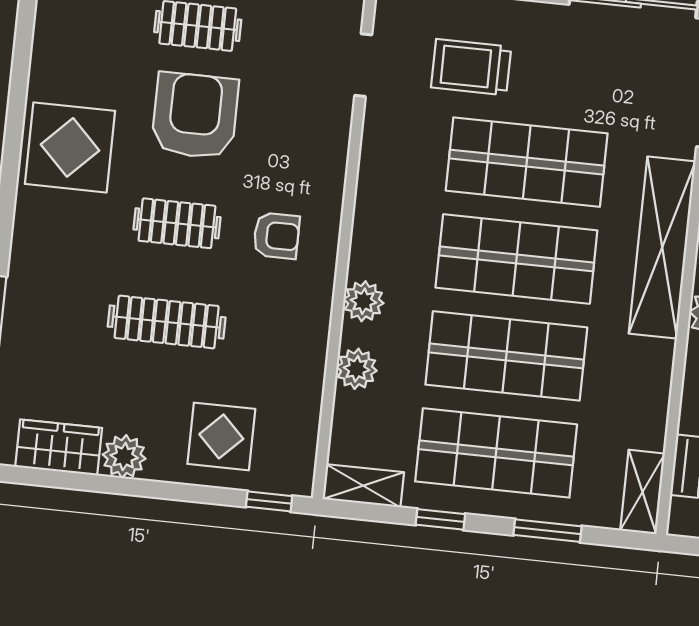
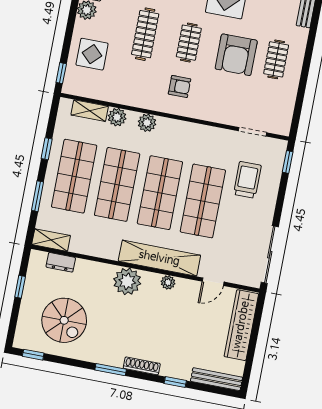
armchair: (195, 116) -> (236, 55), turned 90
armchair: (276, 236) -> (180, 86), turned -90
shelving: (363, 486) -> (90, 111), moved, turned 90

